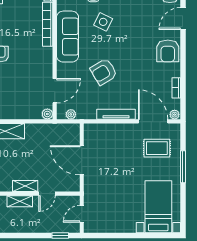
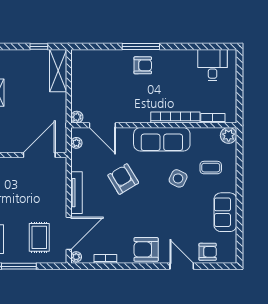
door: (82, 160) -> (39, 155), moved

